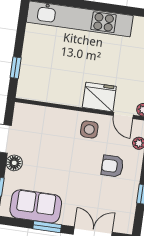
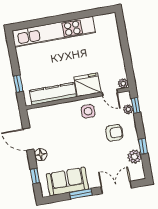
kitchen counter: (54, 94) -> (53, 94), added
armchair: (112, 166) -> (114, 133), turned 180
plant: (127, 203) -> (135, 157), added

